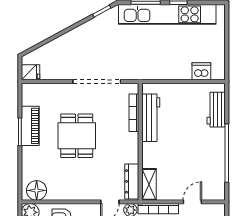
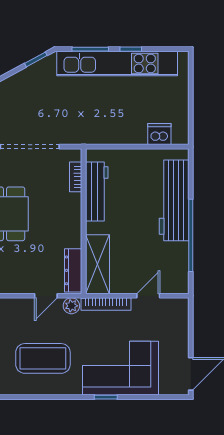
workbench: (216, 110) -> (174, 200), width x1.88, depth x1.32
bookcase: (134, 113) -> (76, 177), width x0.64
shelving: (149, 184) -> (97, 264), width x1.50, depth x1.33

